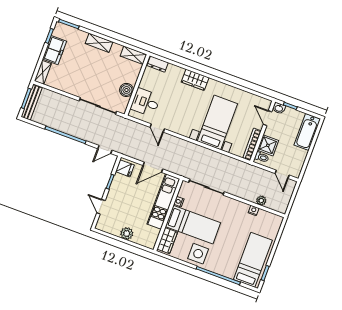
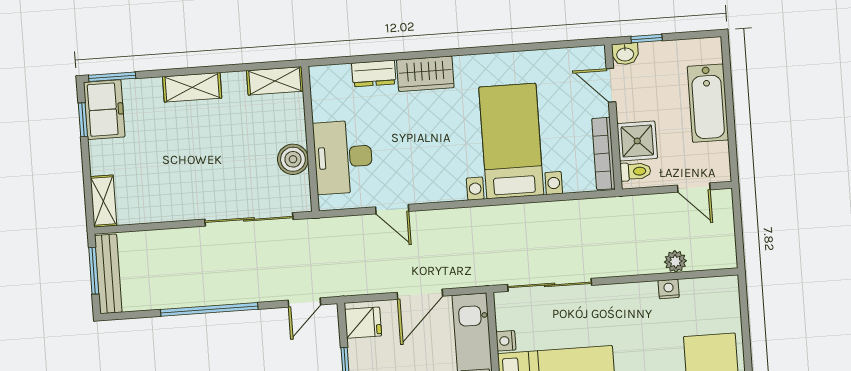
freezer: (54, 50) -> (104, 110), moved
dresser: (158, 64) -> (374, 73), moved
desk: (145, 102) -> (343, 157), width x1.37
bathtub: (307, 132) -> (708, 103), moved

